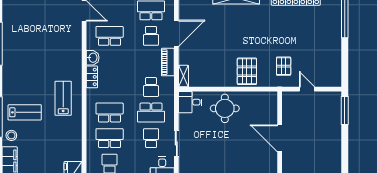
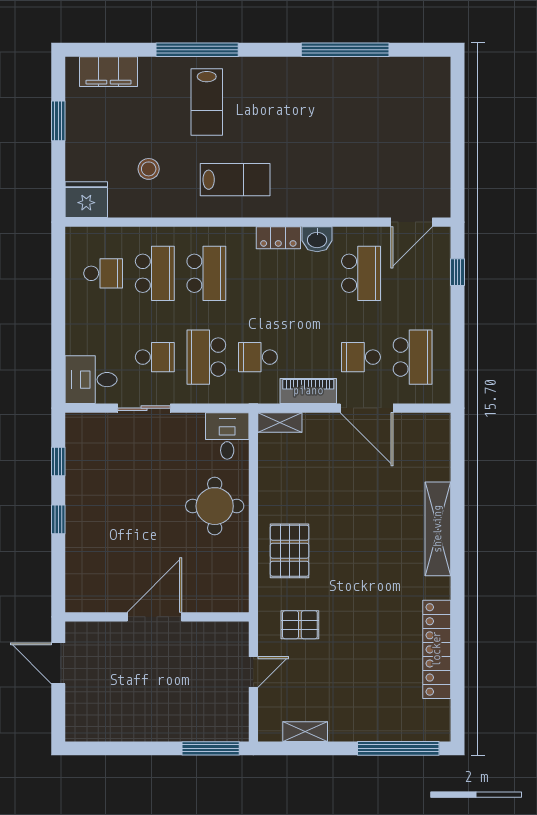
shelving: (336, 64) -> (305, 732), added
pallet: (247, 71) -> (290, 551), turned 90
stool: (11, 135) -> (149, 169), moved

